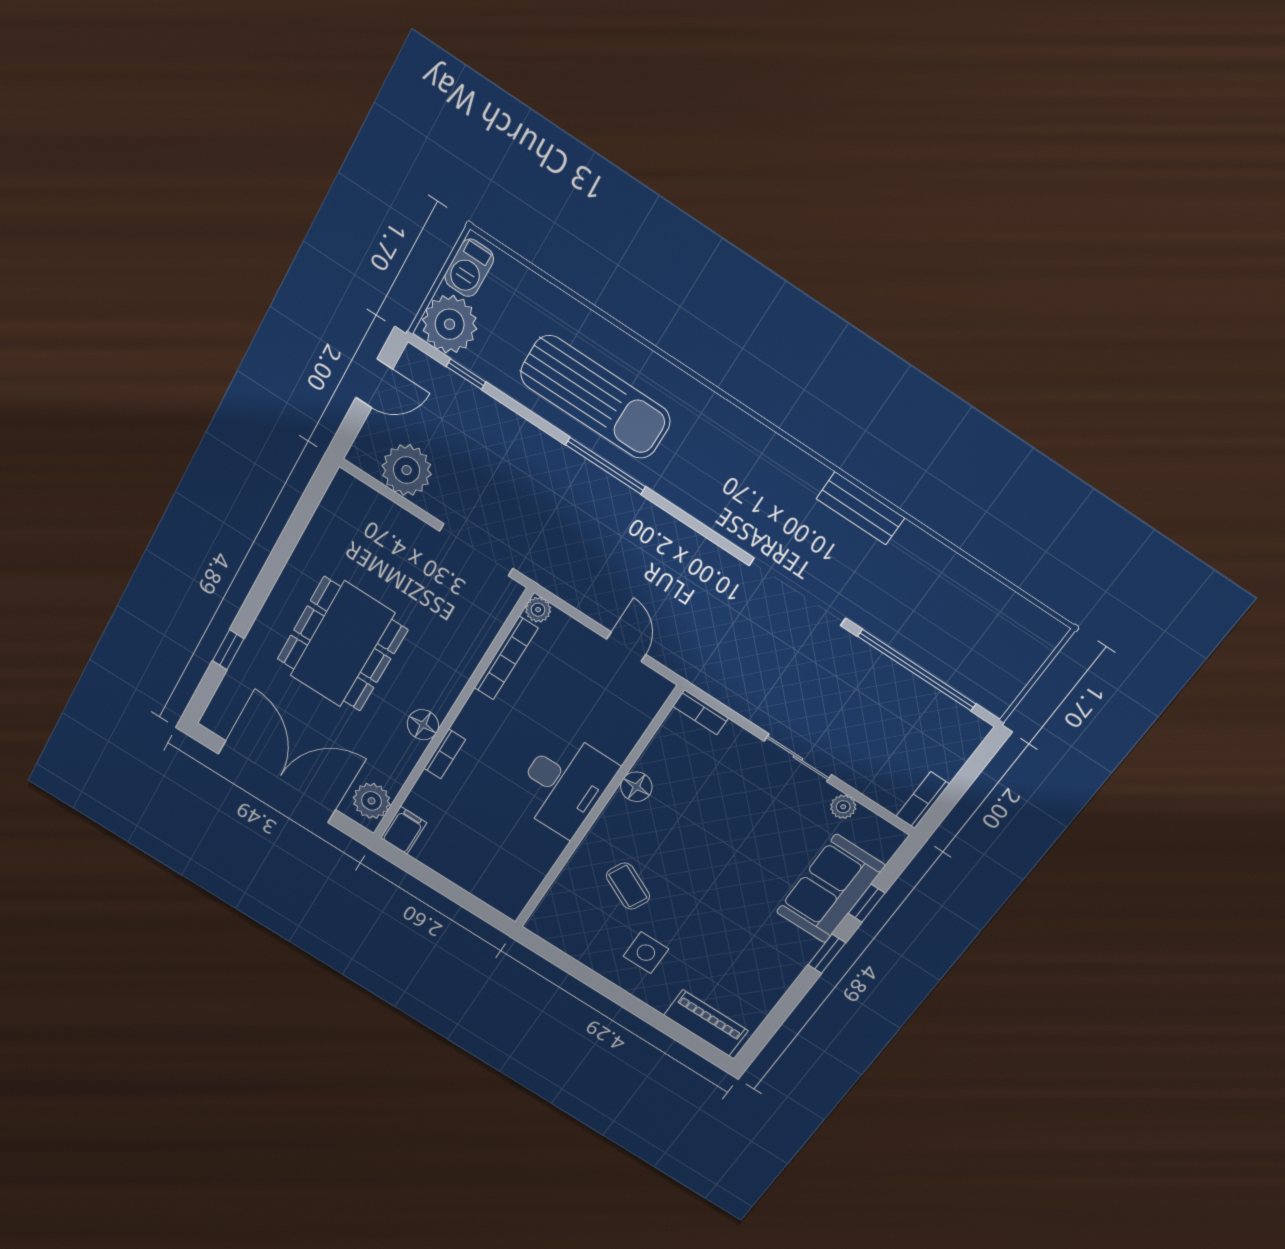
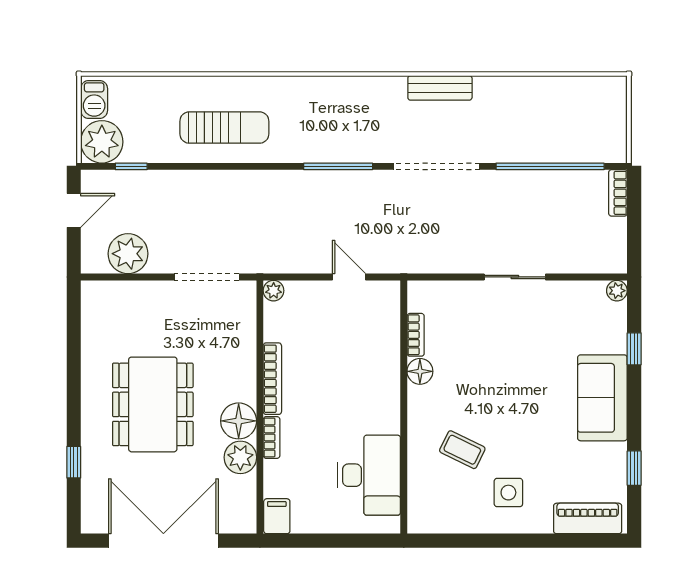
sun lounger: (595, 397) -> (224, 128), width x0.73, depth x0.75
window: (606, 466) -> (338, 166), moved
bookcase: (506, 658) -> (272, 379), moved
bookcase: (701, 712) -> (416, 335), moved, turned -90
floor lamp: (423, 725) -> (239, 421), width x1.38, depth x1.38
desk: (564, 784) -> (369, 475), moved
bookcase: (923, 800) -> (618, 193), moved
plant: (372, 801) -> (240, 457), moved
plant: (843, 807) -> (617, 291), moved
sofa: (830, 889) -> (602, 398), moved
window: (827, 954) -> (634, 468), moved

